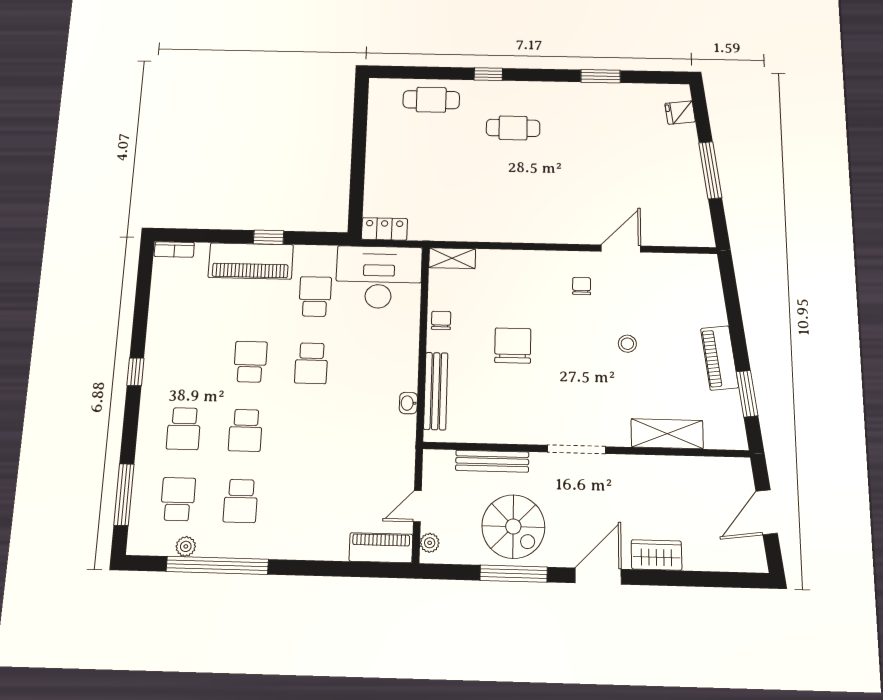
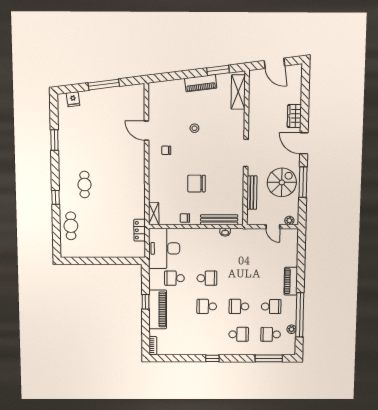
locker: (384, 229) -> (140, 230), moved
school desk: (245, 430) -> (239, 306), turned 180
shelving: (667, 434) -> (238, 92), moved
piano: (381, 548) -> (291, 281), moved

